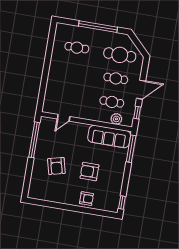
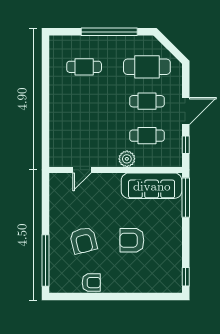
plant: (116, 119) -> (127, 159), moved
window: (34, 140) -> (45, 260), moved
armchair: (86, 199) -> (91, 283), moved

